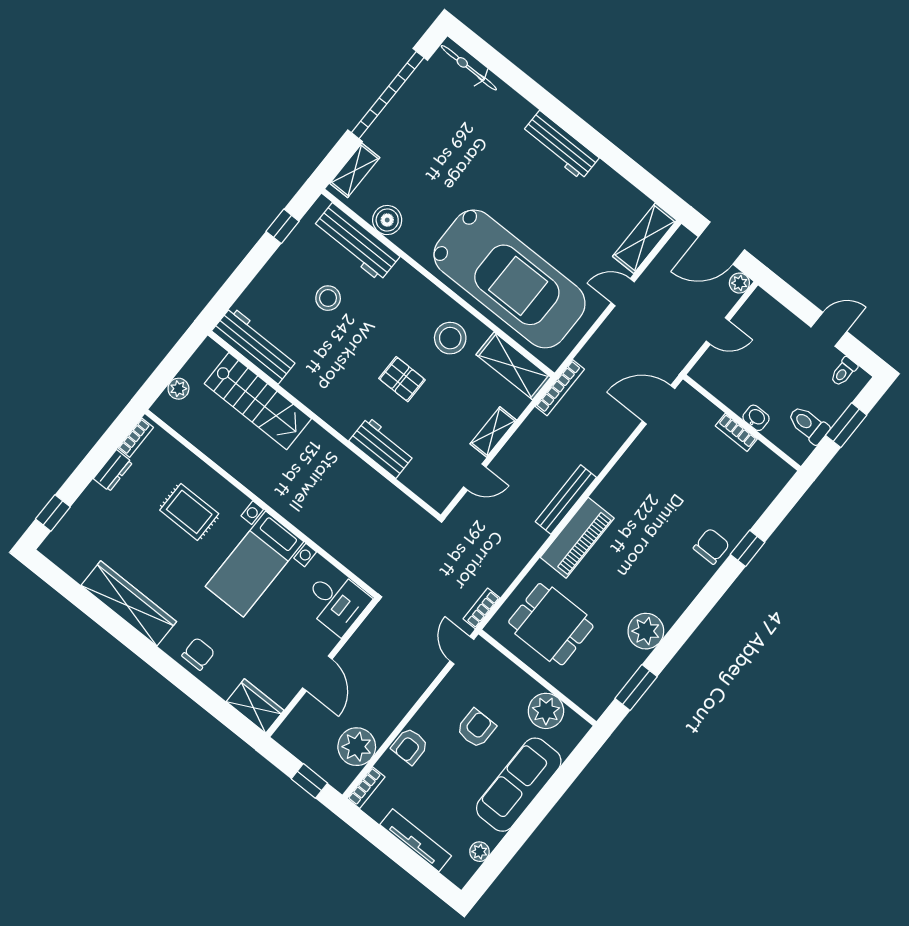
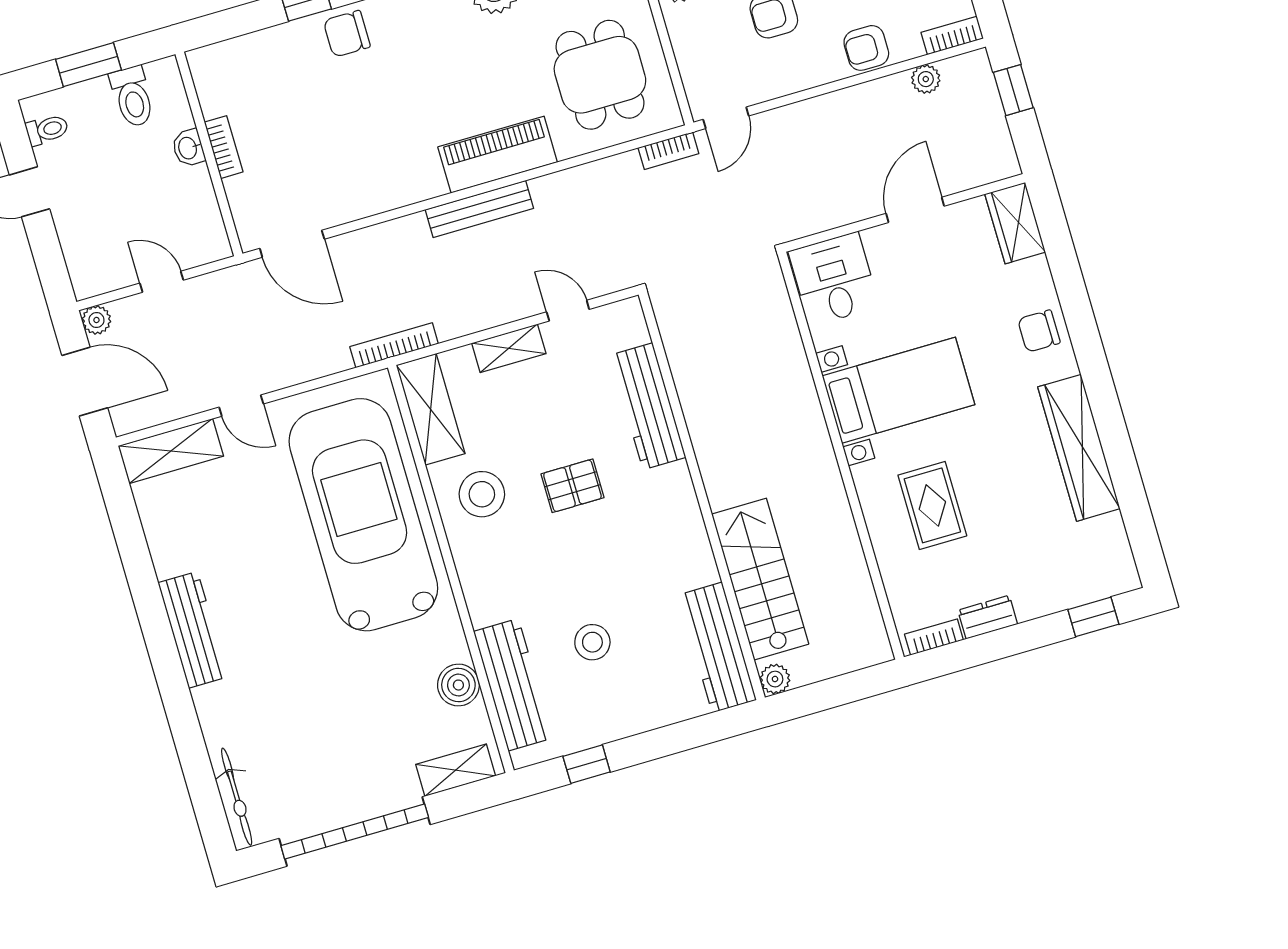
pallet: (402, 379) -> (572, 486), turned 90
plant: (178, 389) -> (775, 679), moved
workbench: (382, 447) -> (648, 406), width x1.38
armchair: (410, 746) -> (866, 48), turned 180
plant: (357, 747) -> (926, 79), width x0.53, depth x0.53

